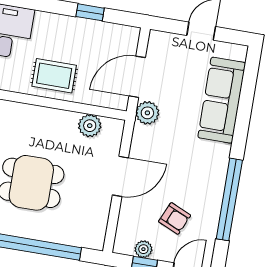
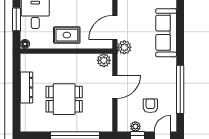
plant: (90, 126) -> (104, 60), moved
armchair: (175, 218) -> (150, 106), turned -114

